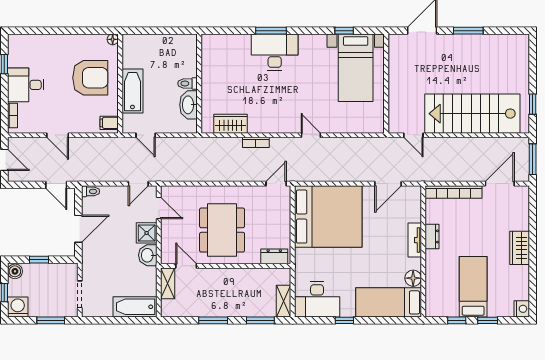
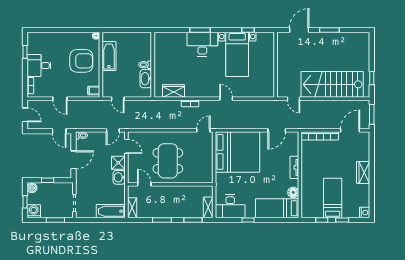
bed with nightstands: (356, 68) -> (237, 54), moved
bathtub: (132, 91) -> (109, 56), moved
dresser: (432, 236) -> (306, 165), removed
dresser: (274, 256) -> (202, 178), removed
shelving: (168, 283) -> (132, 208), moved

